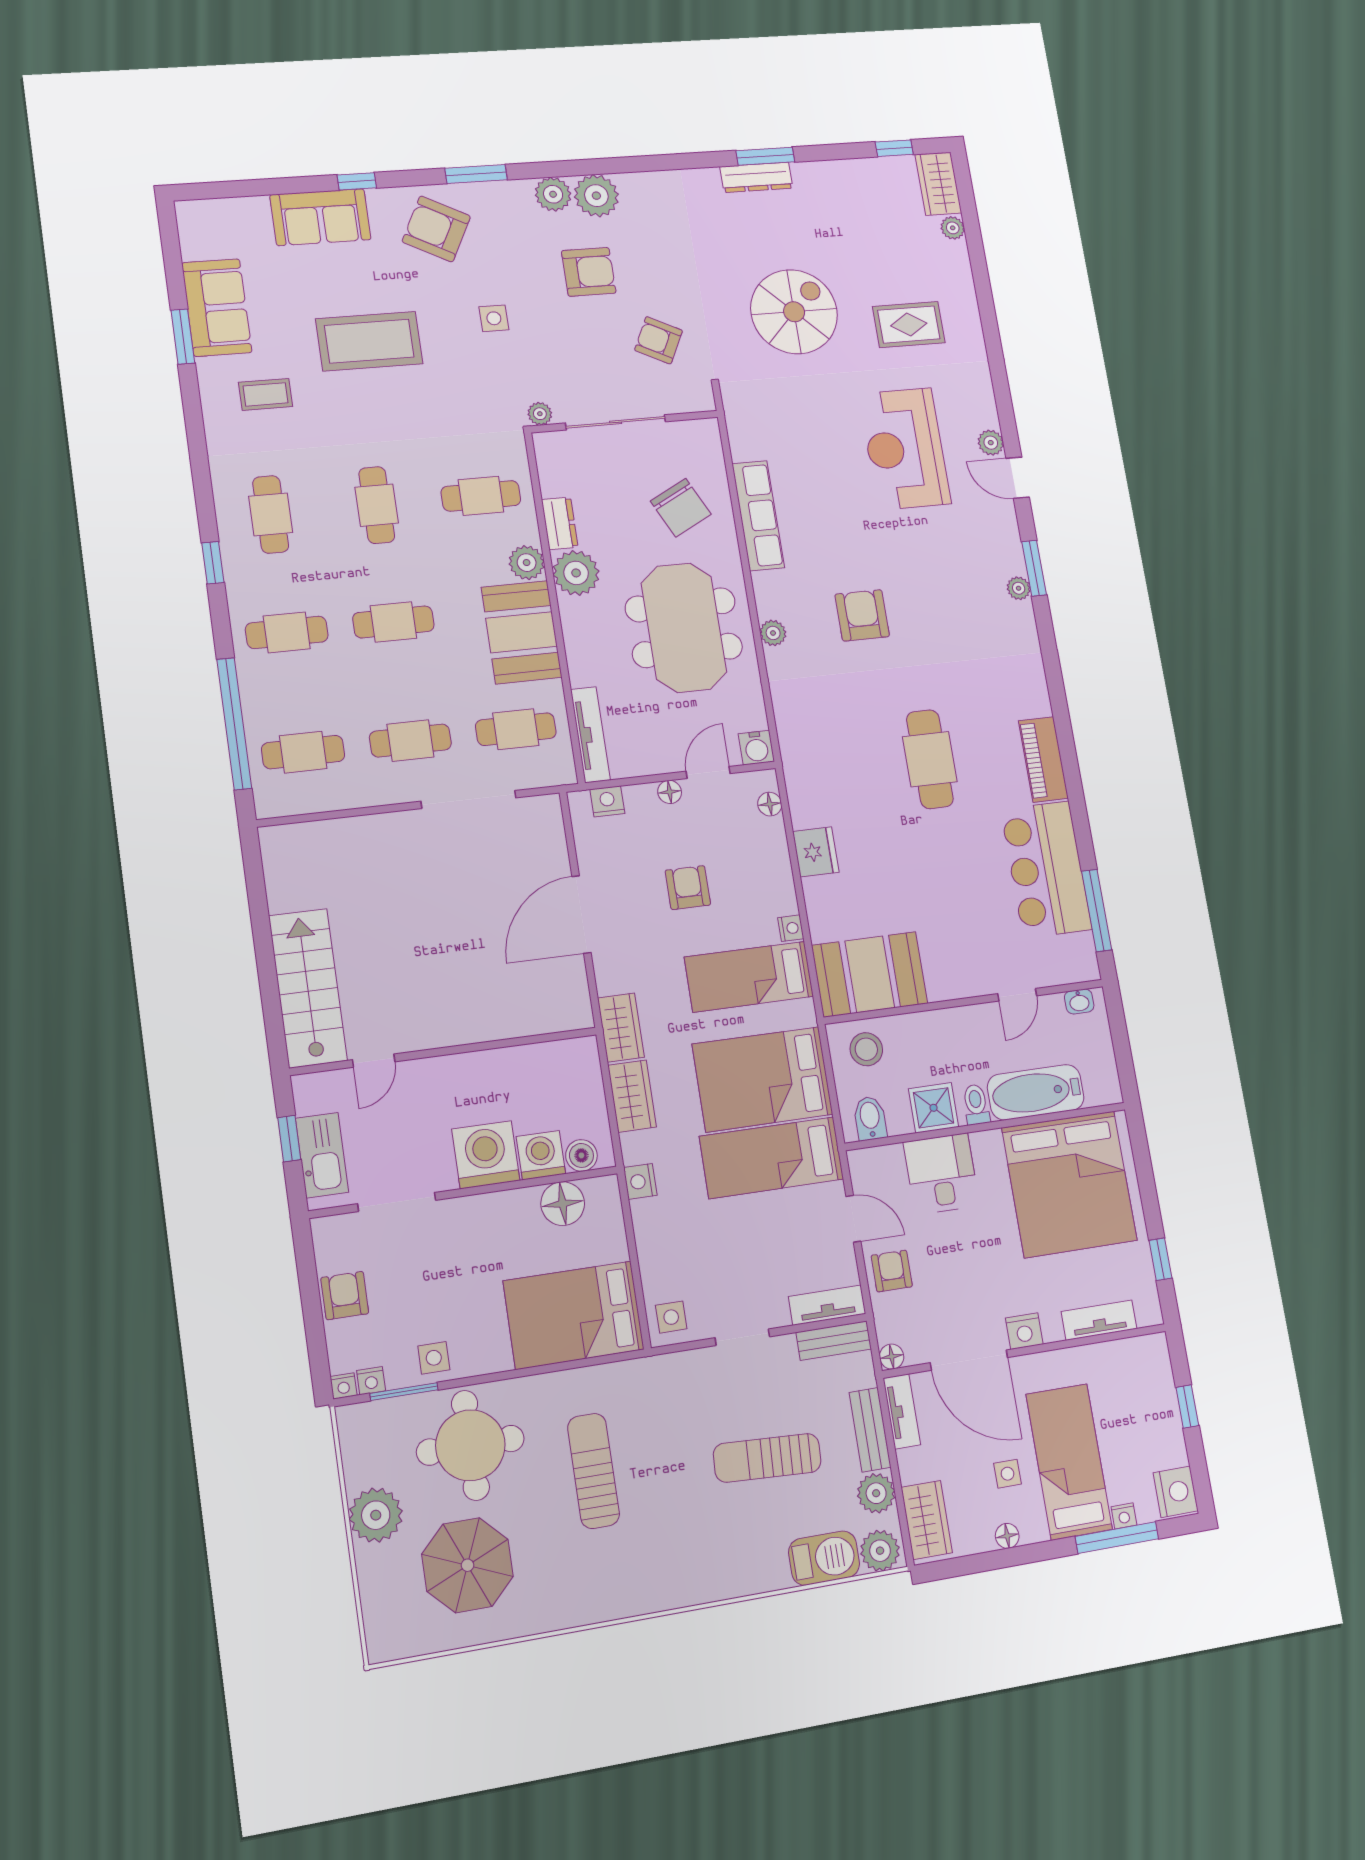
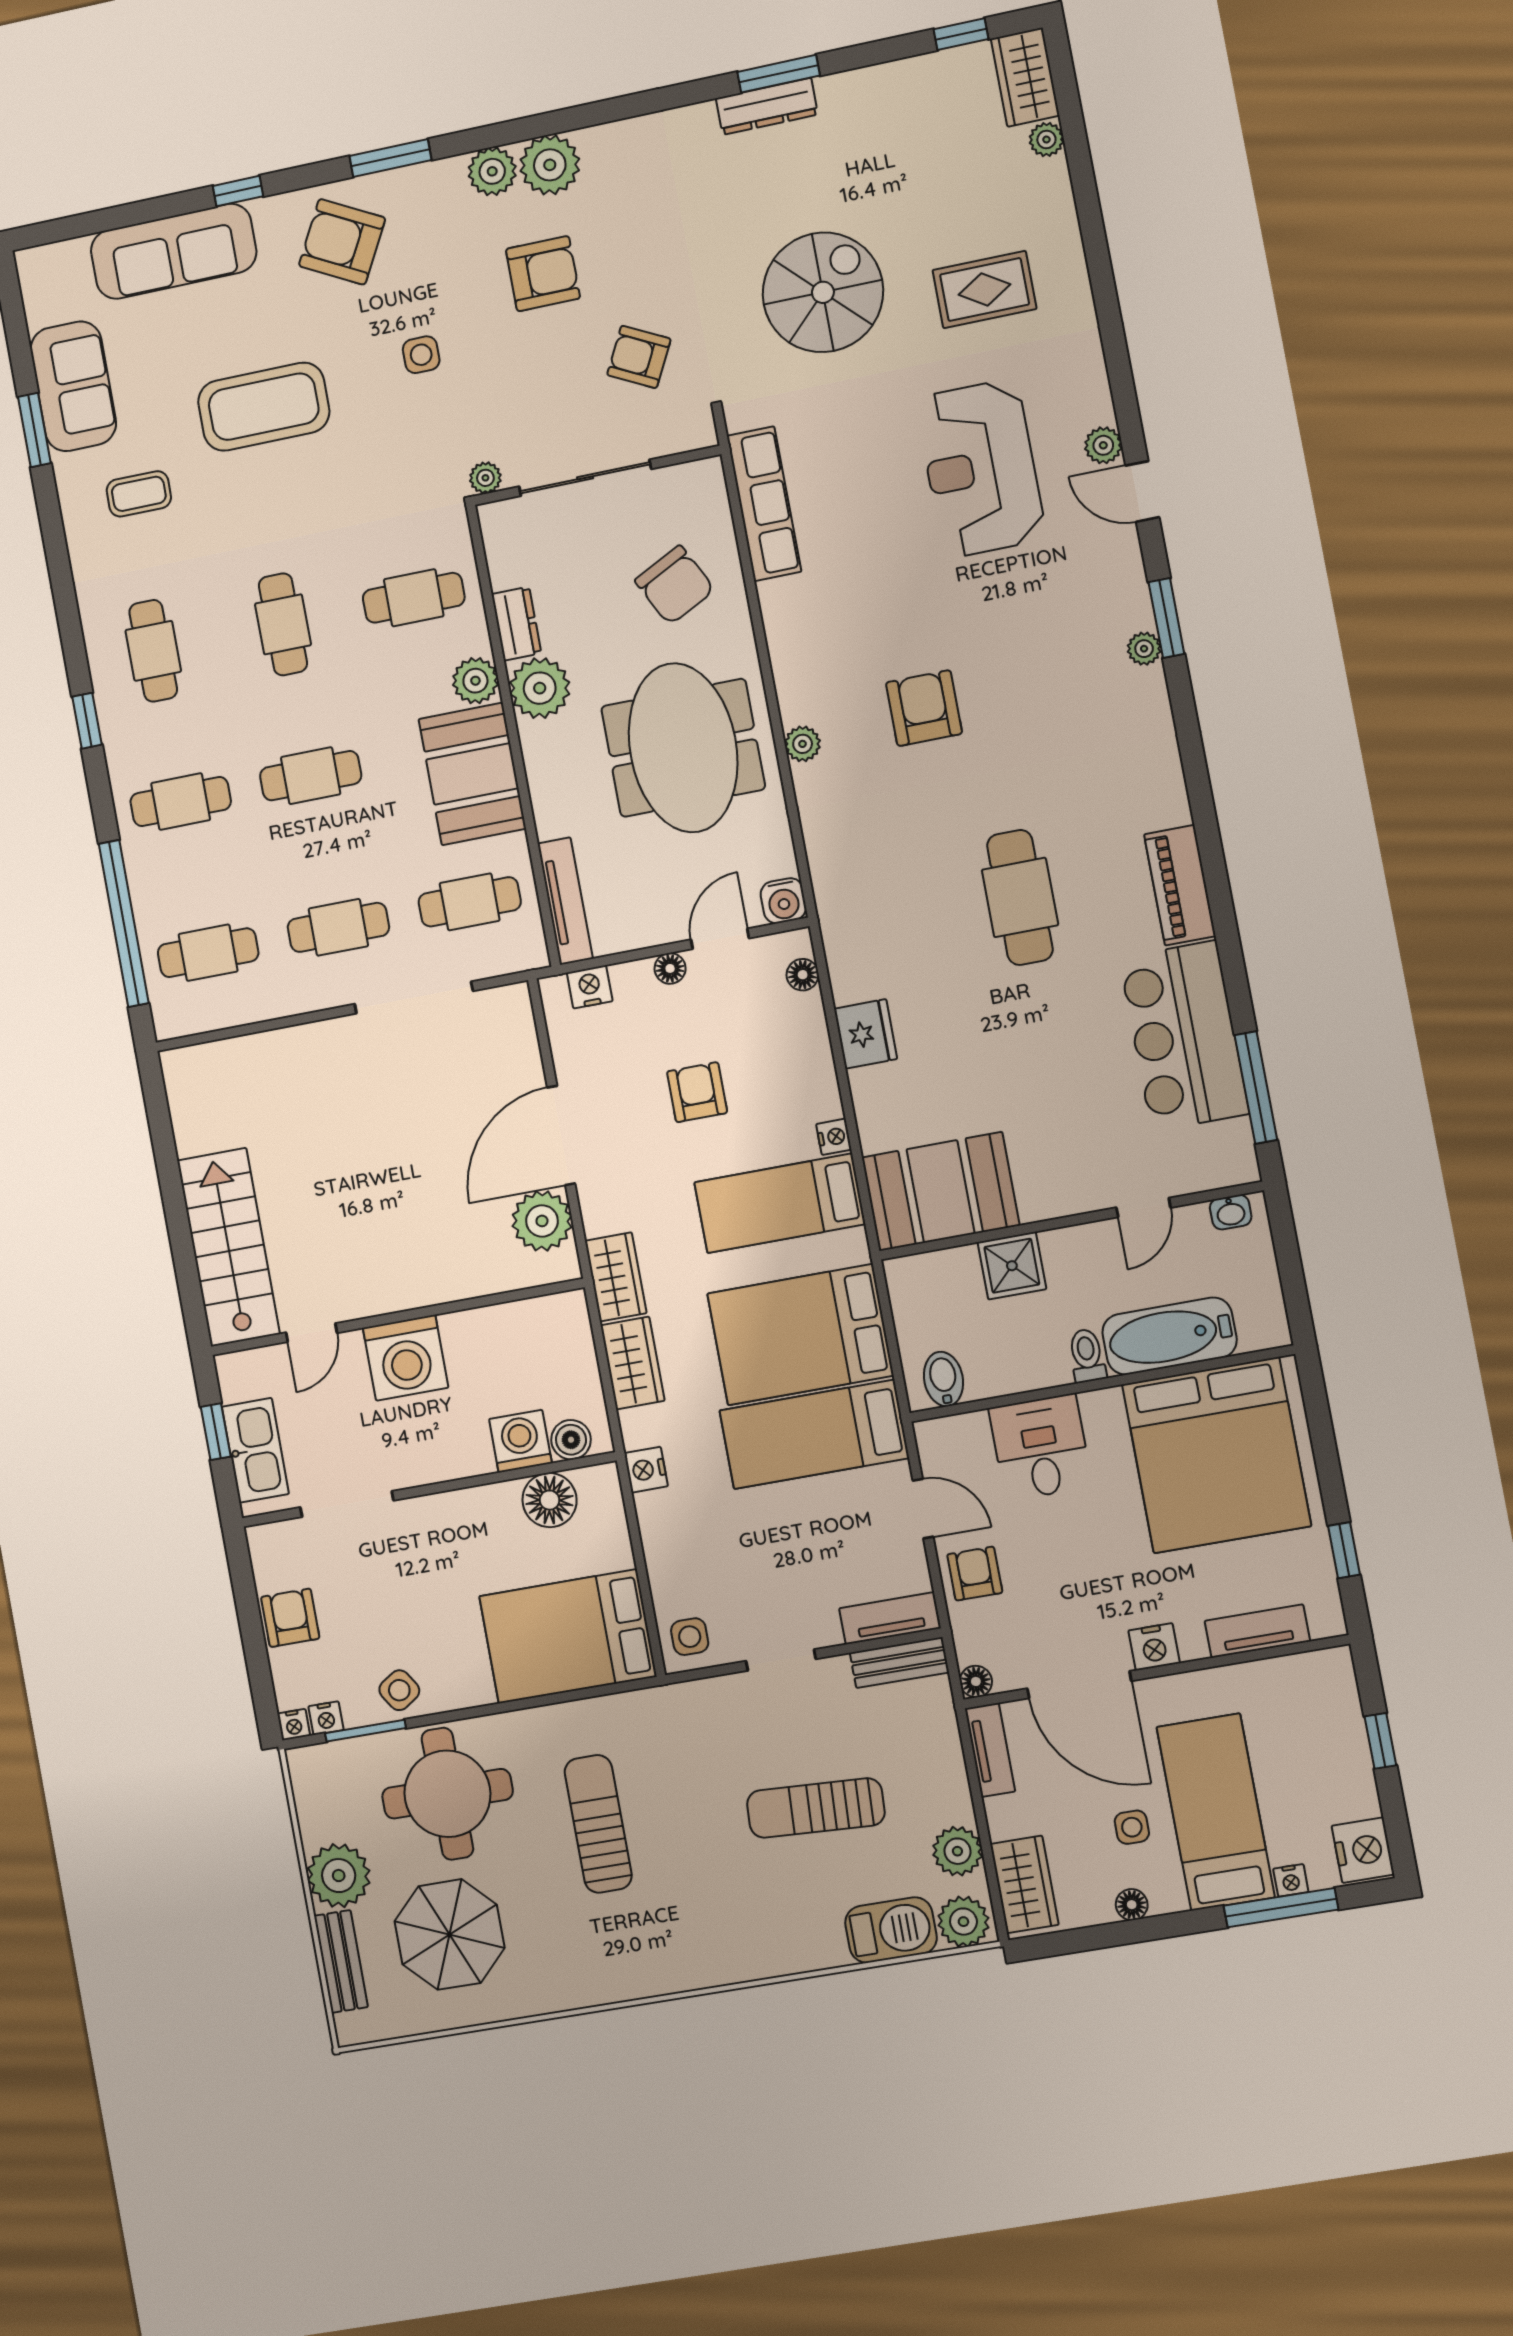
sofa: (320, 217) -> (174, 251), width x1.36
row of seats: (758, 516) -> (764, 504), moved
plant: (564, 980) -> (542, 1221), added
stool: (866, 1049) -> (937, 1290), removed
shower: (934, 1108) -> (1012, 1266), moved
washing machine: (486, 1155) -> (406, 1358), moved, turned 180
side table: (434, 1358) -> (399, 1690), turned -33
bench: (870, 1430) -> (341, 1961), moved

